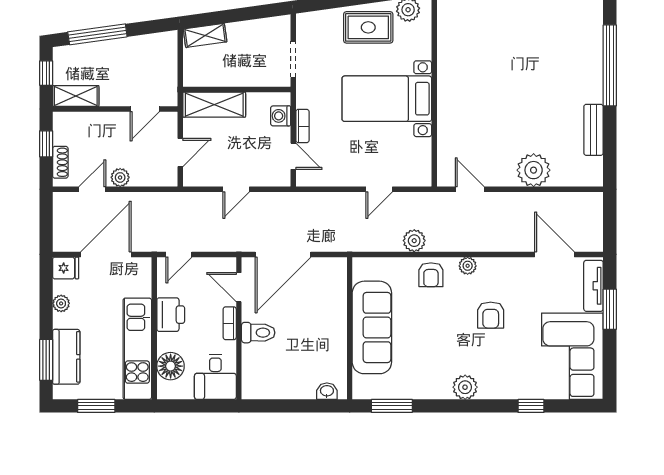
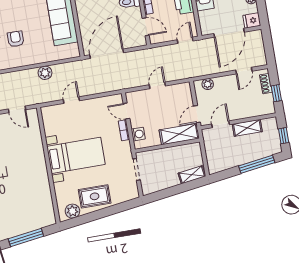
shelving: (76, 96) -> (247, 128), moved
door: (180, 152) -> (197, 114), moved
plant: (120, 177) -> (208, 84), moved
door: (283, 254) -> (107, 54), moved
plant: (468, 266) -> (10, 63), removed
armchair: (431, 275) -> (16, 39), moved

